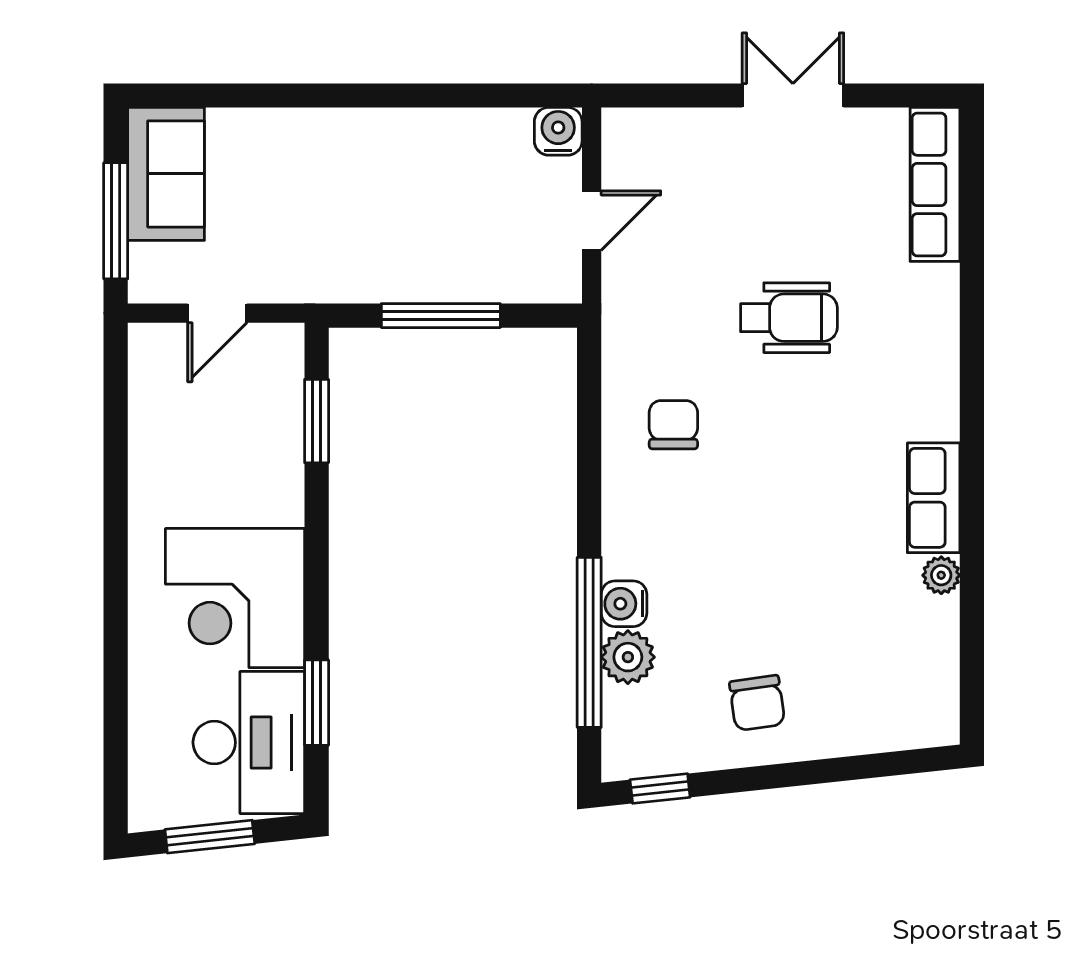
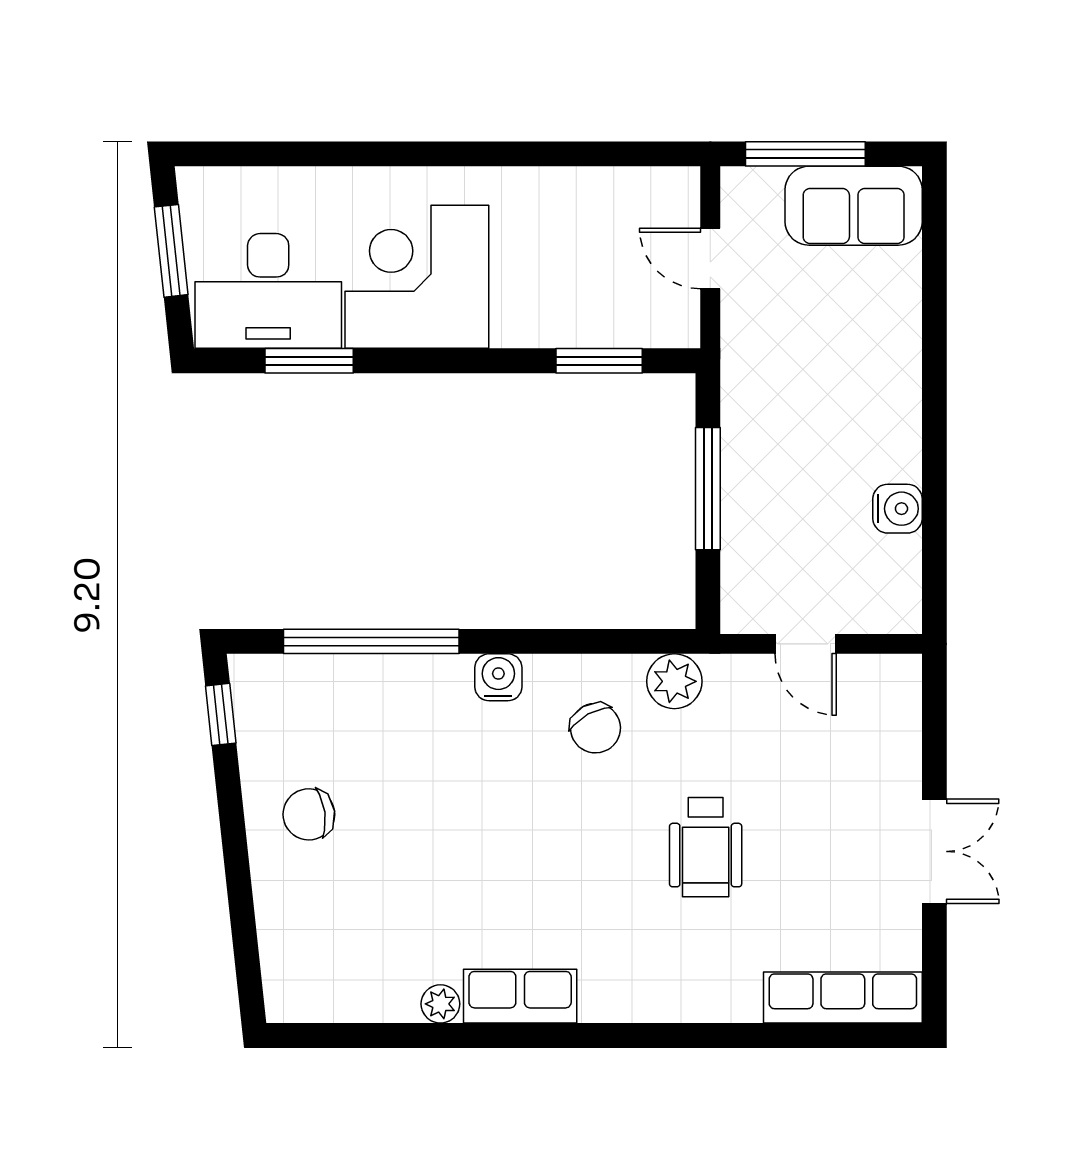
water cooler: (558, 131) -> (898, 509), moved
chair: (673, 425) -> (595, 728), turned 61
water cooler: (624, 604) -> (498, 677), moved
plant: (628, 657) -> (674, 681), moved

